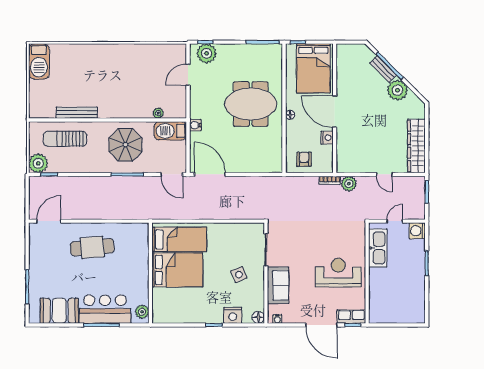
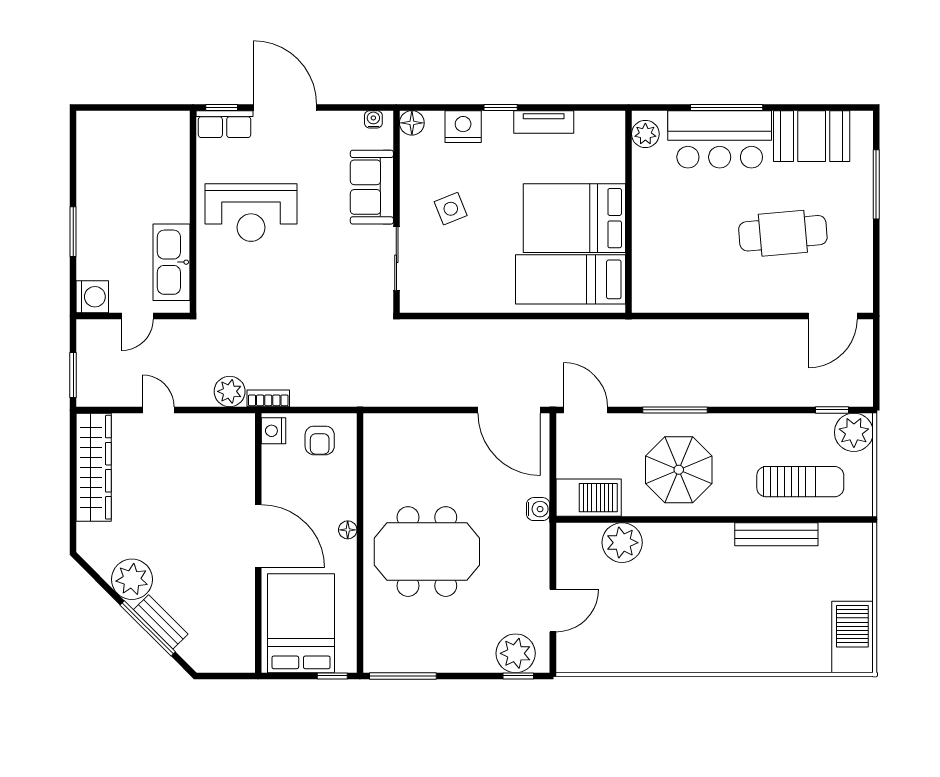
plant: (158, 113) -> (622, 543), width x1.88, depth x1.88
nightstand: (327, 138) -> (273, 431), moved
cafe table: (92, 247) -> (783, 233), moved
tv unit: (193, 318) -> (544, 122), added

